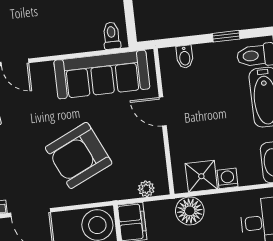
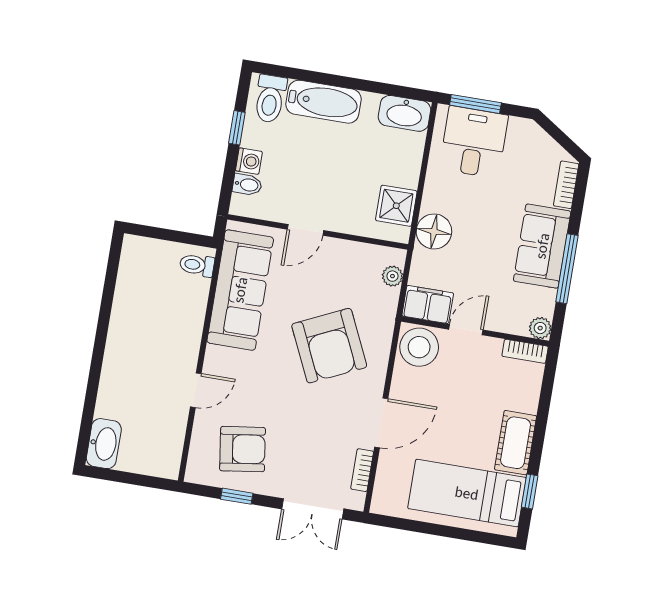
washing machine: (228, 178) -> (249, 161), moved, turned 180

